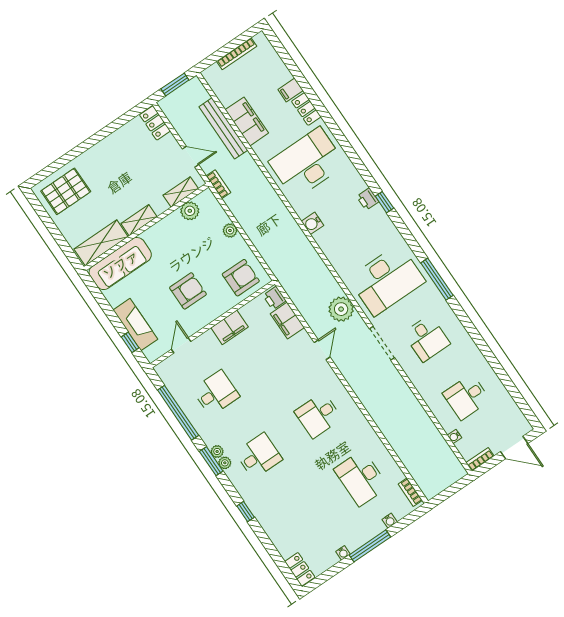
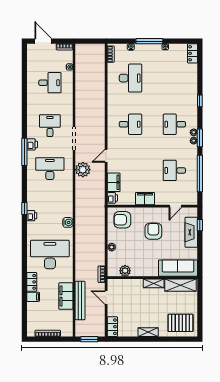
desk: (307, 163) -> (50, 255), turned 180
shelving: (181, 192) -> (148, 332), moved
desk: (387, 280) -> (50, 169), width x0.73, depth x0.77
armchair: (188, 291) -> (153, 231), turned 90
printer: (433, 296) -> (32, 144), added

